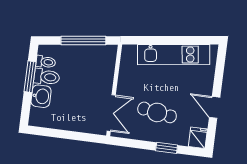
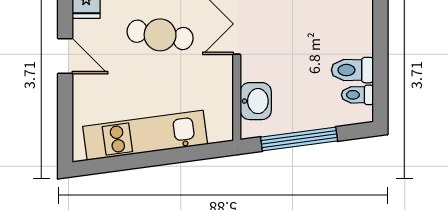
window: (30, 77) -> (380, 67), removed
washbasin: (41, 96) -> (256, 101), moved, turned 180

